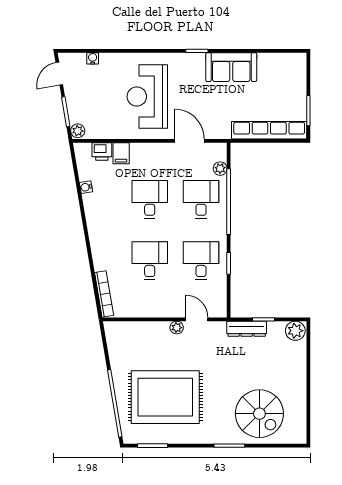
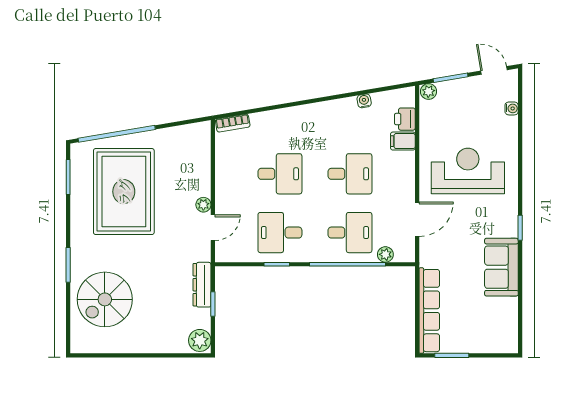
desk: (201, 261) -> (280, 233), turned 180
bookcase: (104, 294) -> (233, 123), width x0.64

